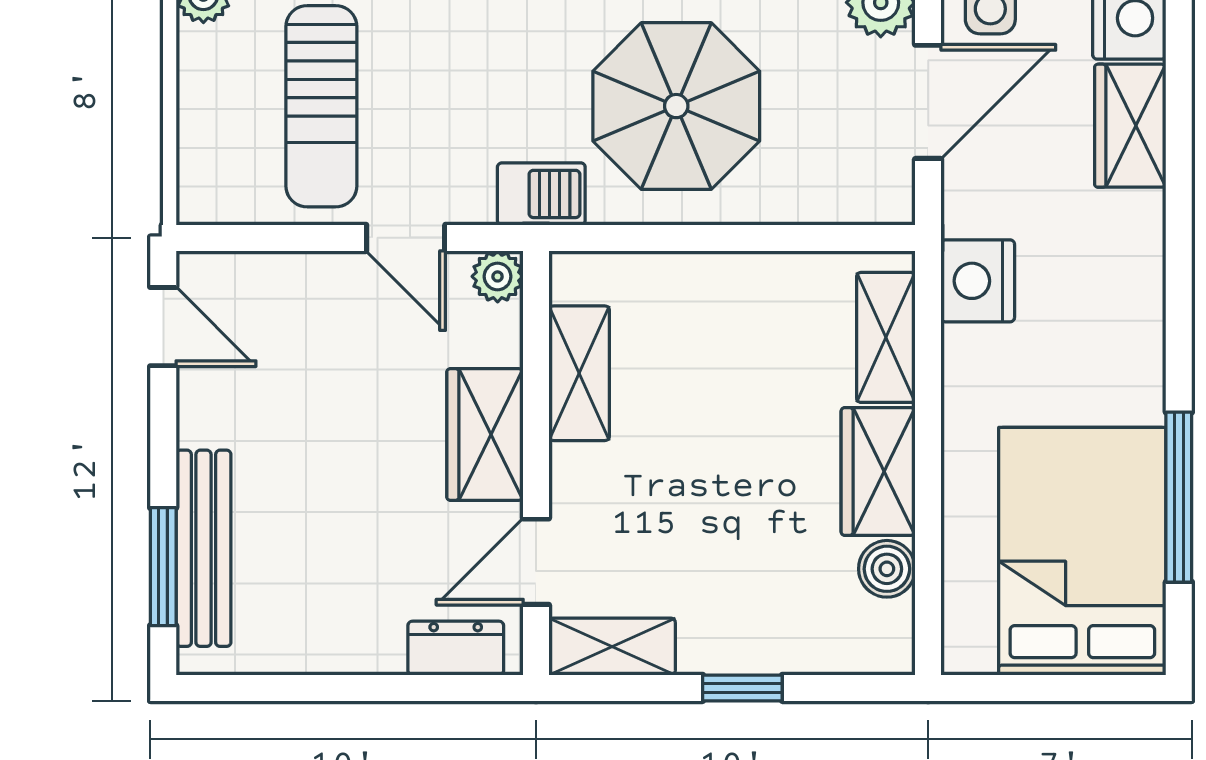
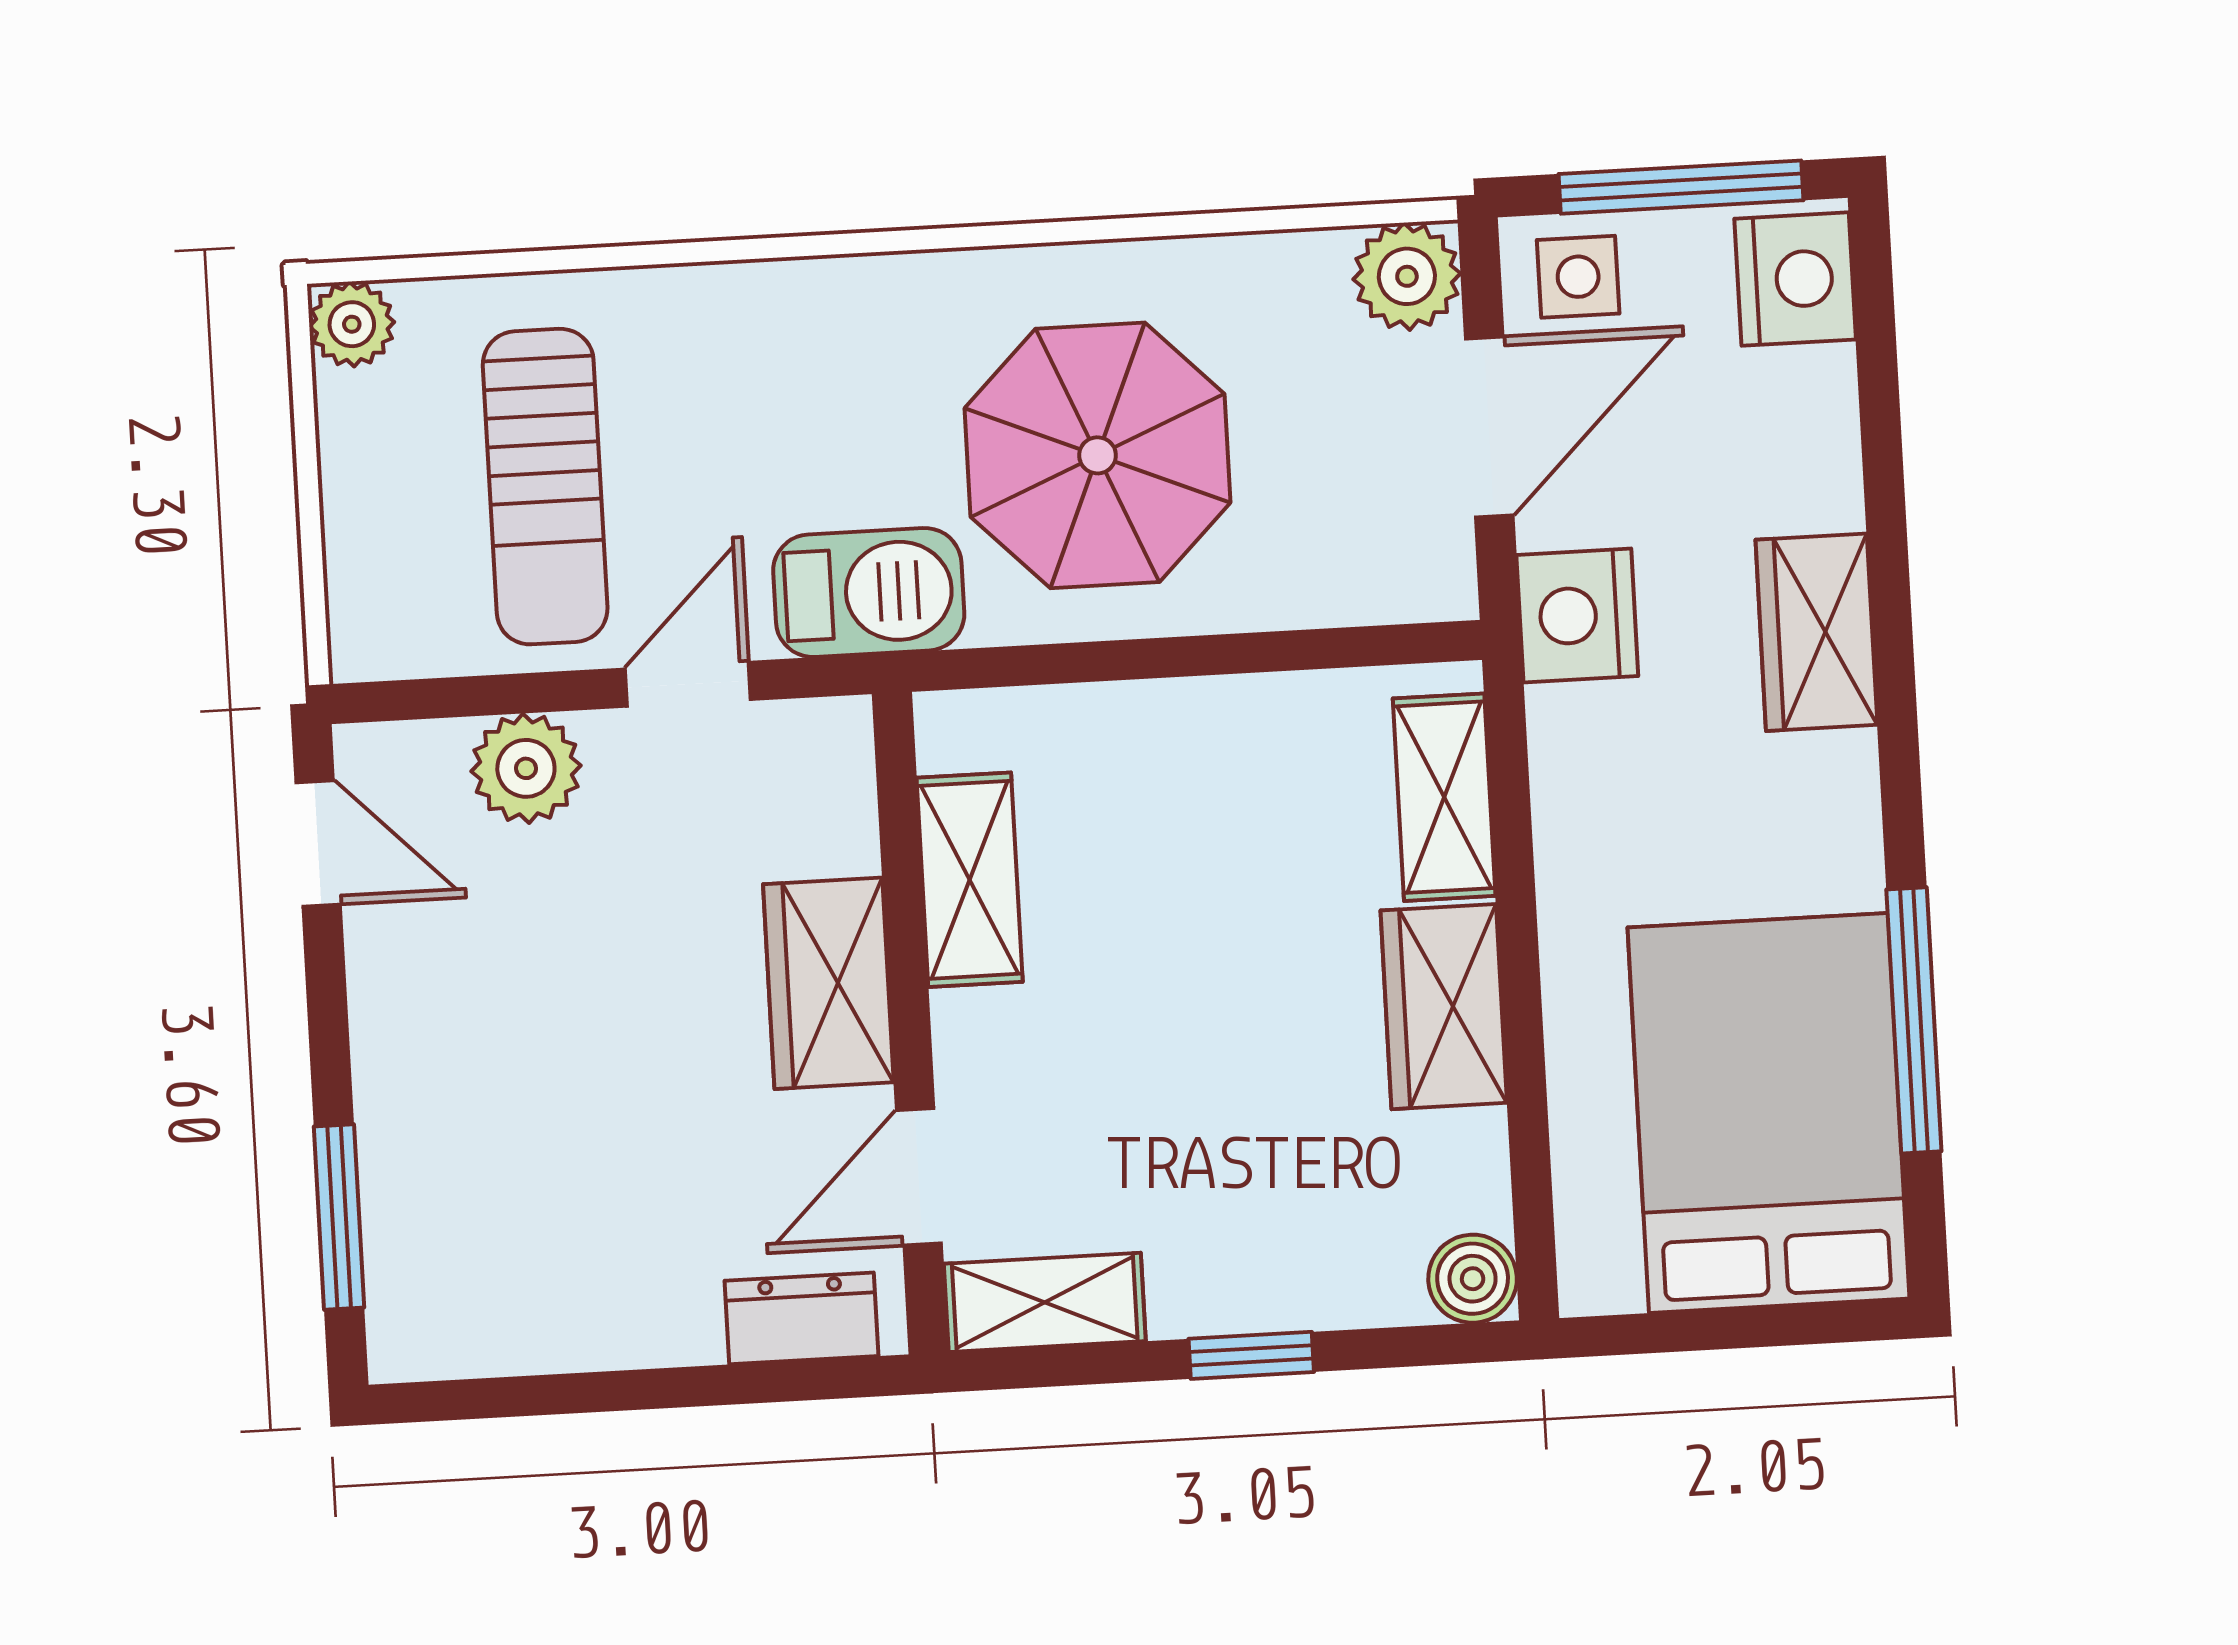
wardrobe: (1130, 126) -> (1816, 632), moved
barbecue: (541, 194) -> (869, 592), width x1.38, depth x1.27
door: (406, 238) -> (688, 684), swing flipped
plant: (498, 276) -> (526, 768), moved, width x1.38, depth x1.38
nightstand: (978, 281) -> (1577, 615), moved
bench: (204, 548) -> (400, 1185), removed
boiler: (887, 569) -> (1473, 1279), moved

